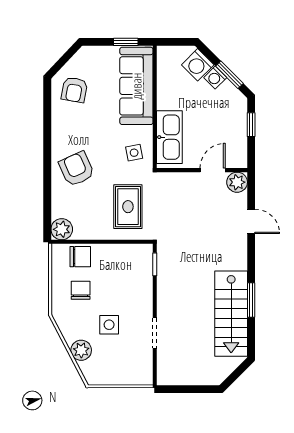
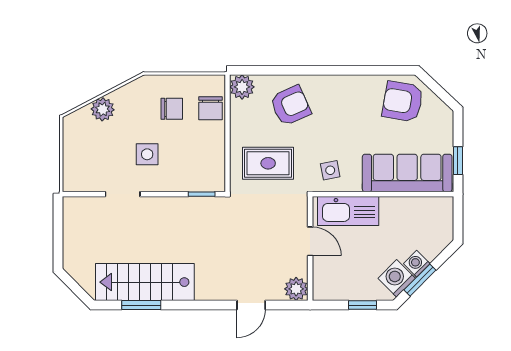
washing machine: (198, 65) -> (397, 278), moved
armchair: (74, 90) -> (403, 102), width x1.38, depth x1.38
armchair: (77, 169) -> (290, 106), moved
door: (213, 170) -> (310, 241), moved
window: (251, 300) -> (141, 305), moved
side table: (109, 325) -> (147, 154), moved

